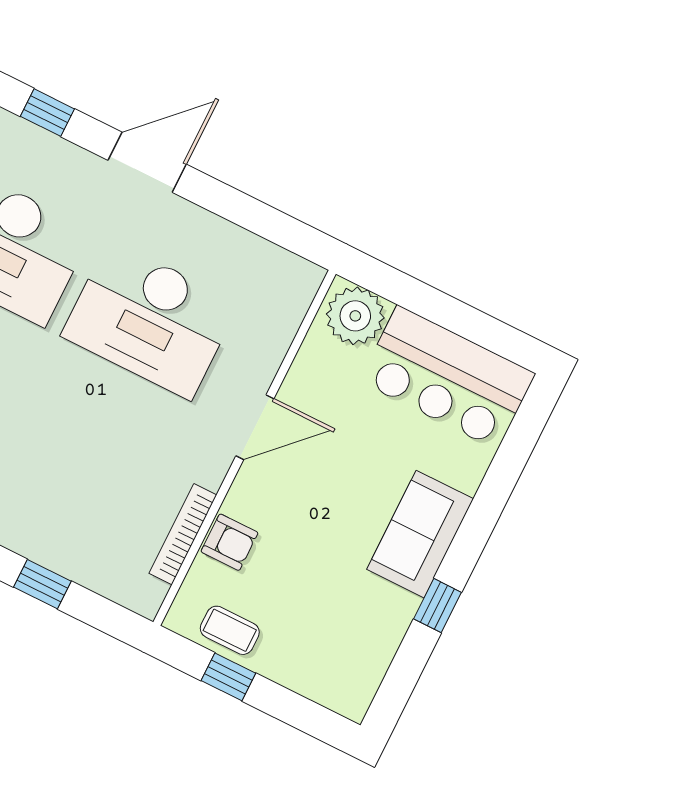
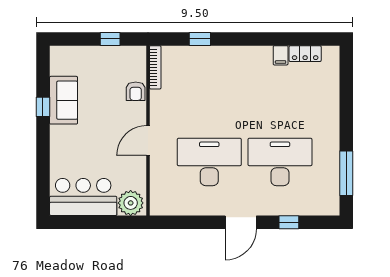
bookcase: (183, 534) -> (155, 67), moved
sofa: (420, 534) -> (64, 100), moved
armchair: (229, 542) -> (136, 91), turned -90
coffee table: (230, 630) -> (119, 57), removed

